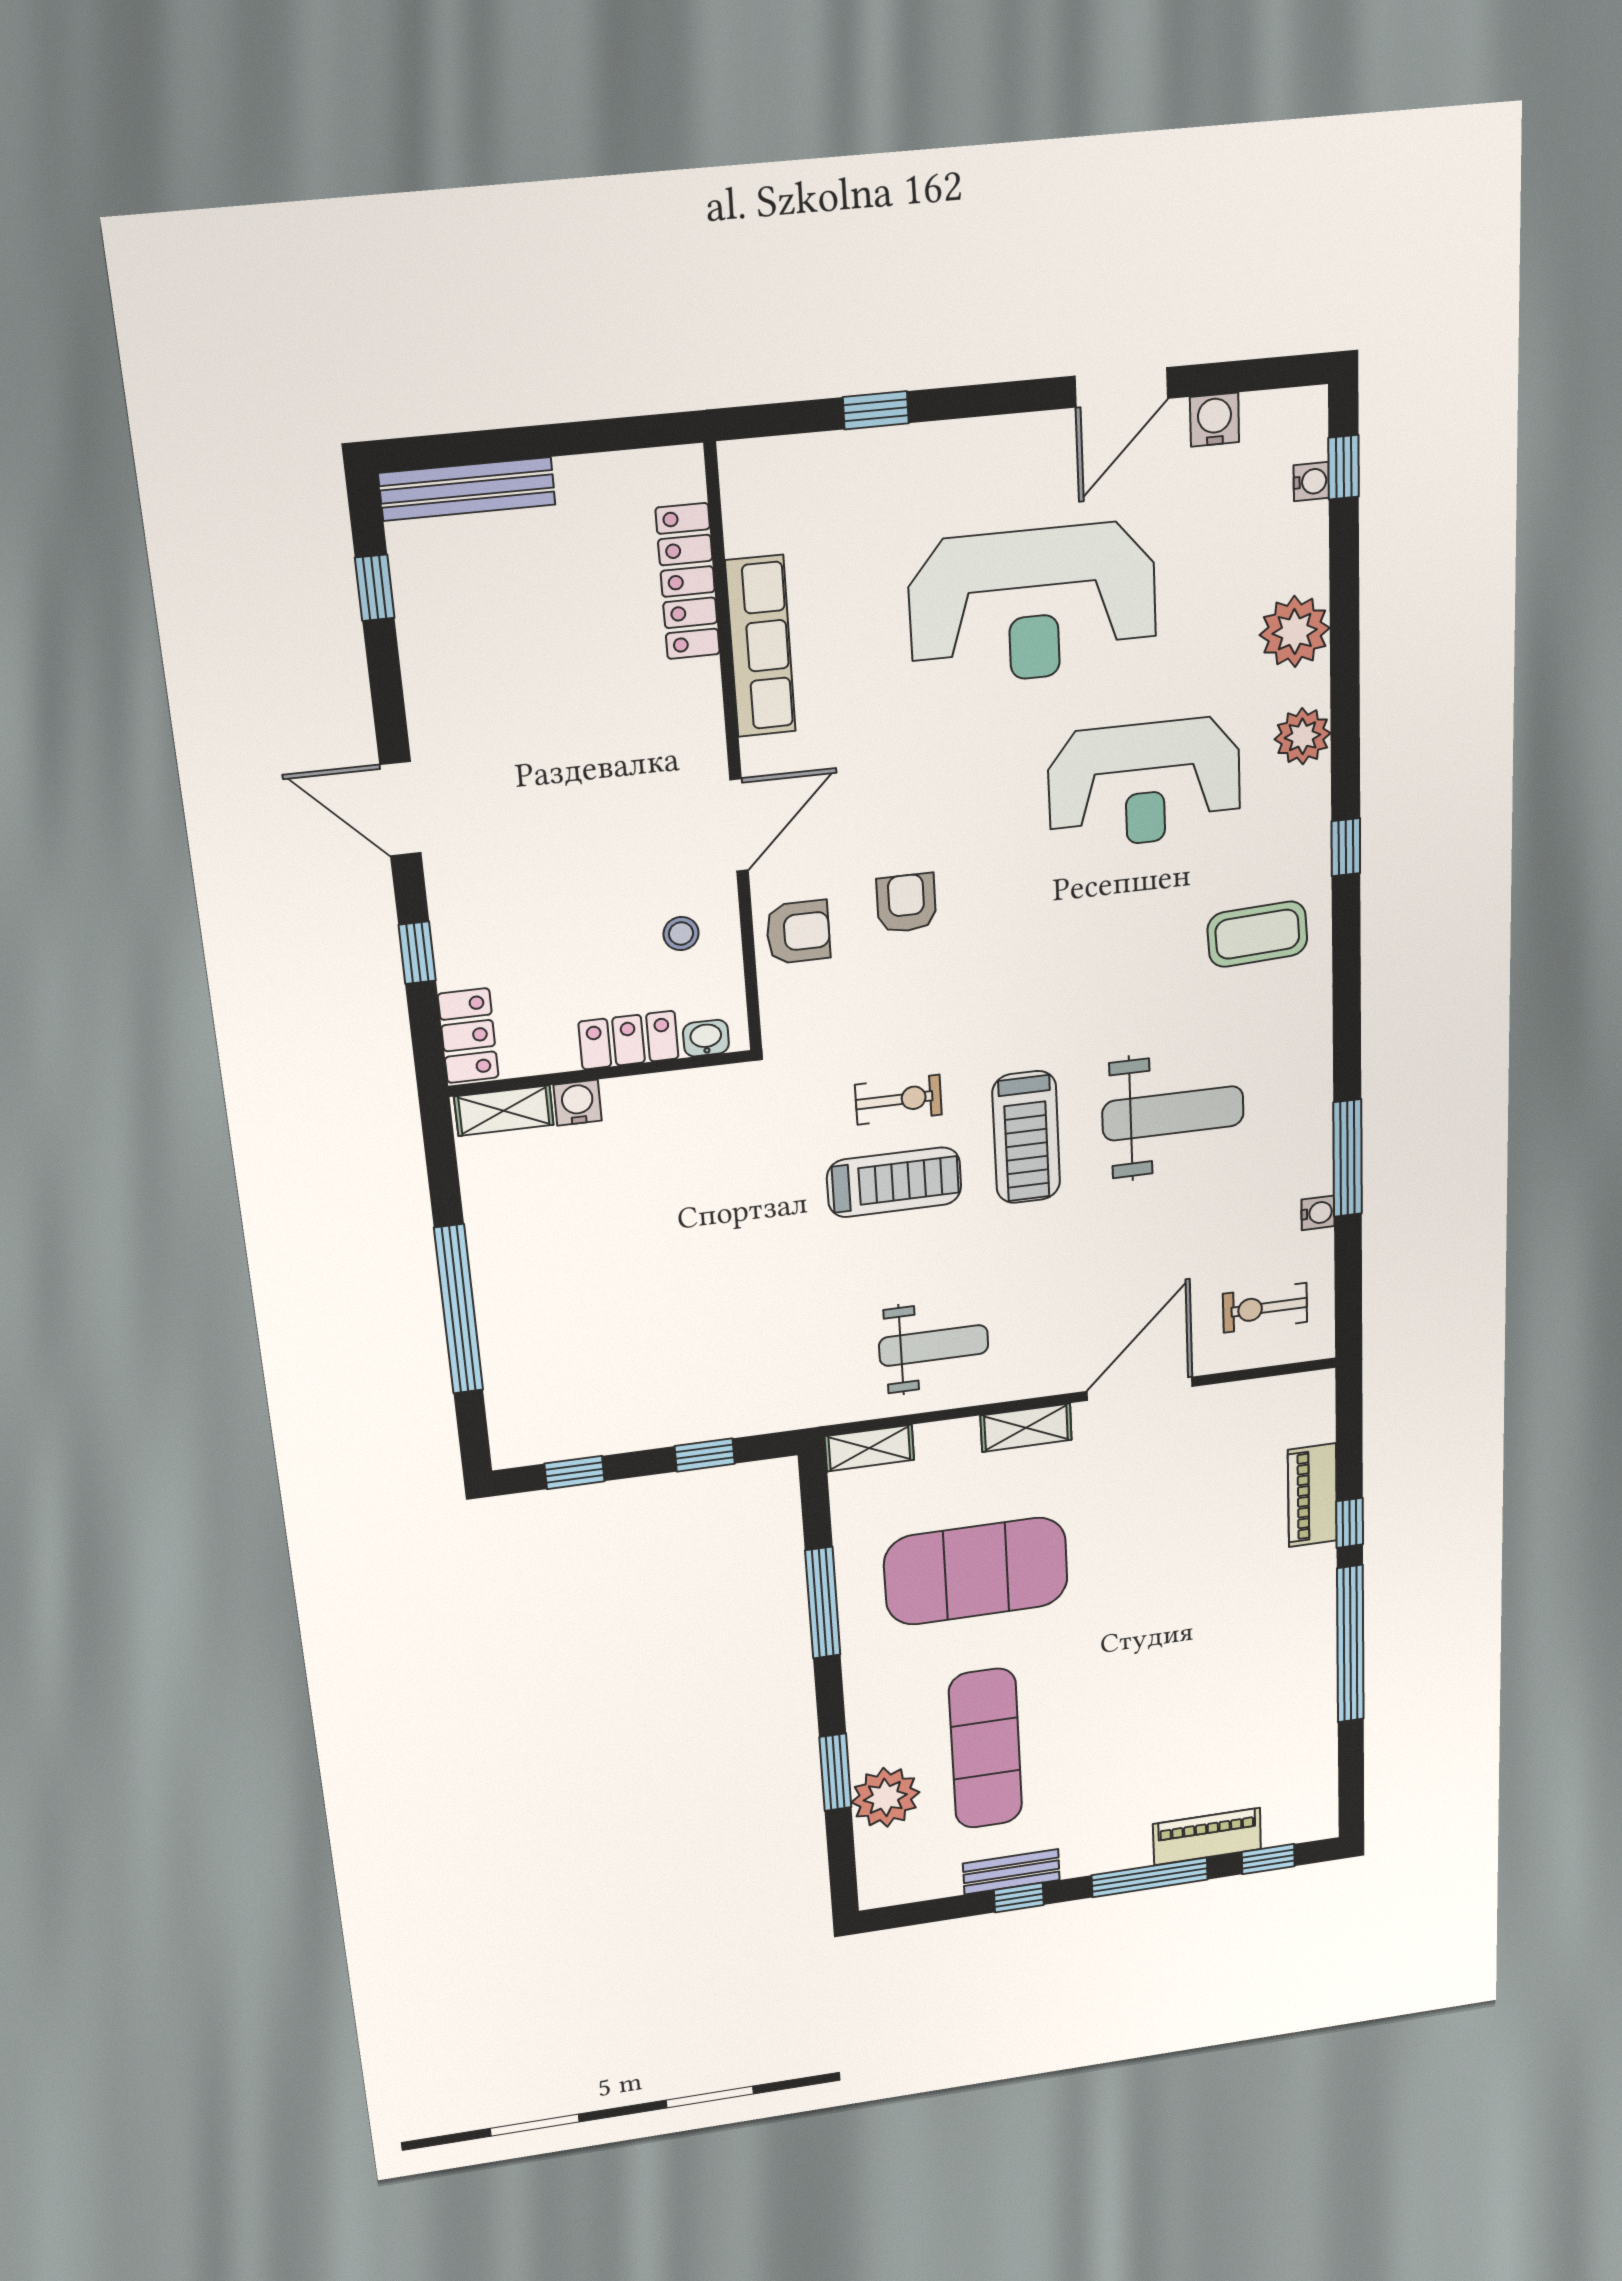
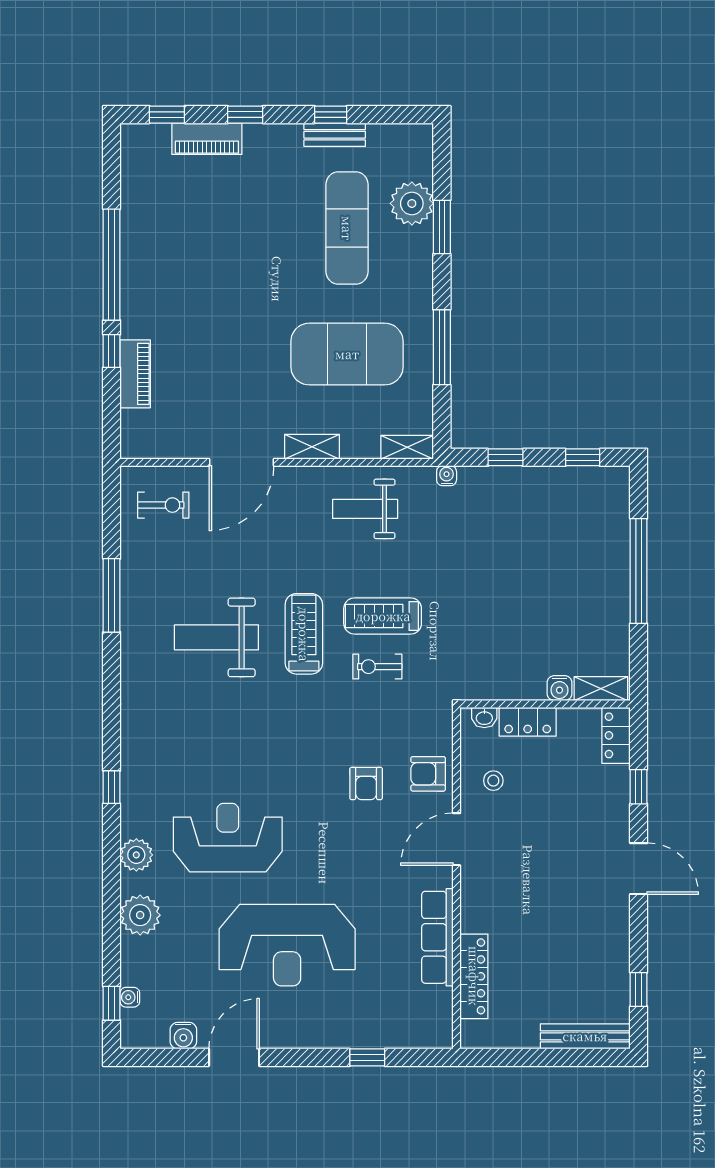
reception desk: (1033, 604) -> (287, 945), turned 180
coffee table: (1257, 934) -> (164, 741), removed
water cooler: (1318, 1213) -> (447, 476), moved, turned 90
window: (1150, 1877) -> (245, 115), width x0.46

